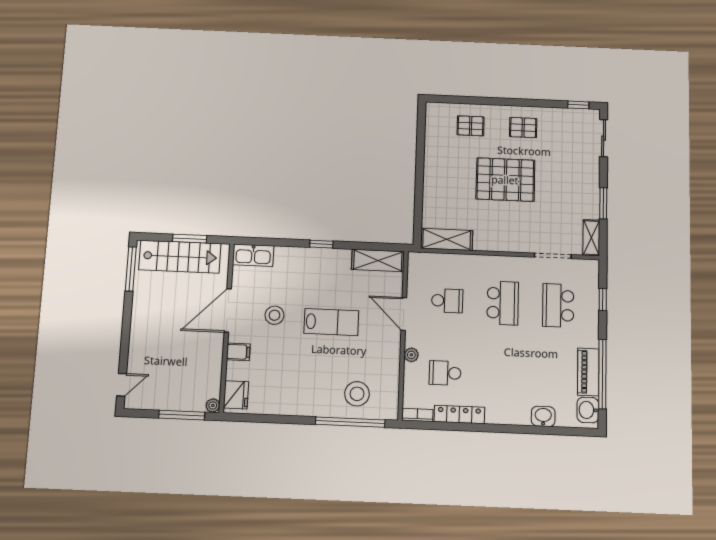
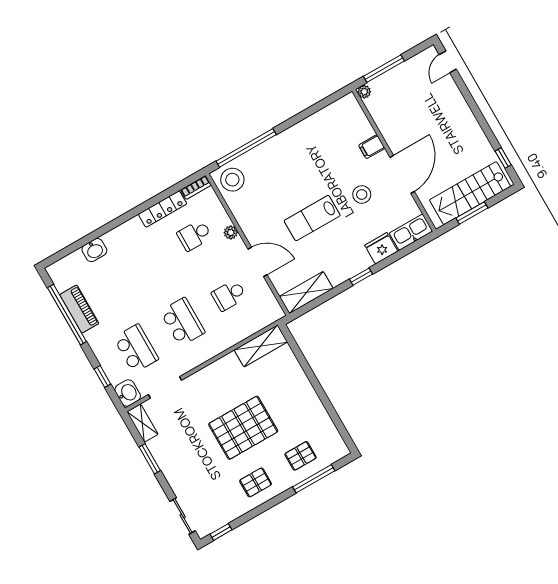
window: (471, 100) -> (314, 479), added
window: (131, 269) -> (503, 158), width x0.46
school desk: (503, 303) -> (183, 322), turned 180
school desk: (445, 373) -> (194, 235), turned 180
stool: (357, 394) -> (232, 180), moved
fridge: (236, 395) -> (381, 248), moved, turned 90
washbasin: (588, 410) -> (128, 393), moved

